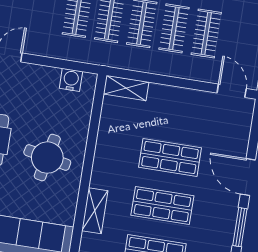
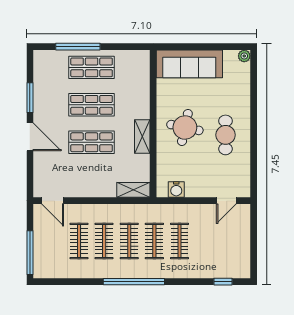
shelving: (95, 211) -> (142, 136), moved

